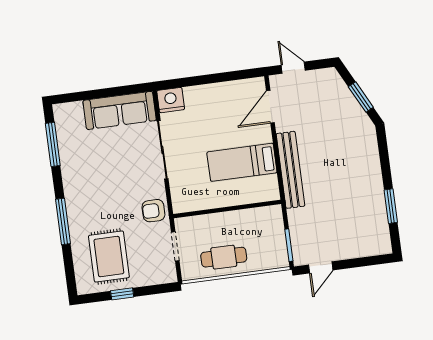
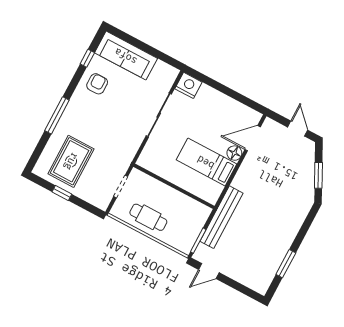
door: (293, 68) -> (298, 129), moved
sofa: (120, 110) -> (126, 56), moved
floor lamp: (263, 134) -> (234, 153), added
window: (53, 144) -> (87, 58), width x0.46
bench: (290, 170) -> (222, 217), moved
armchair: (153, 211) -> (97, 84), moved, turned 90

